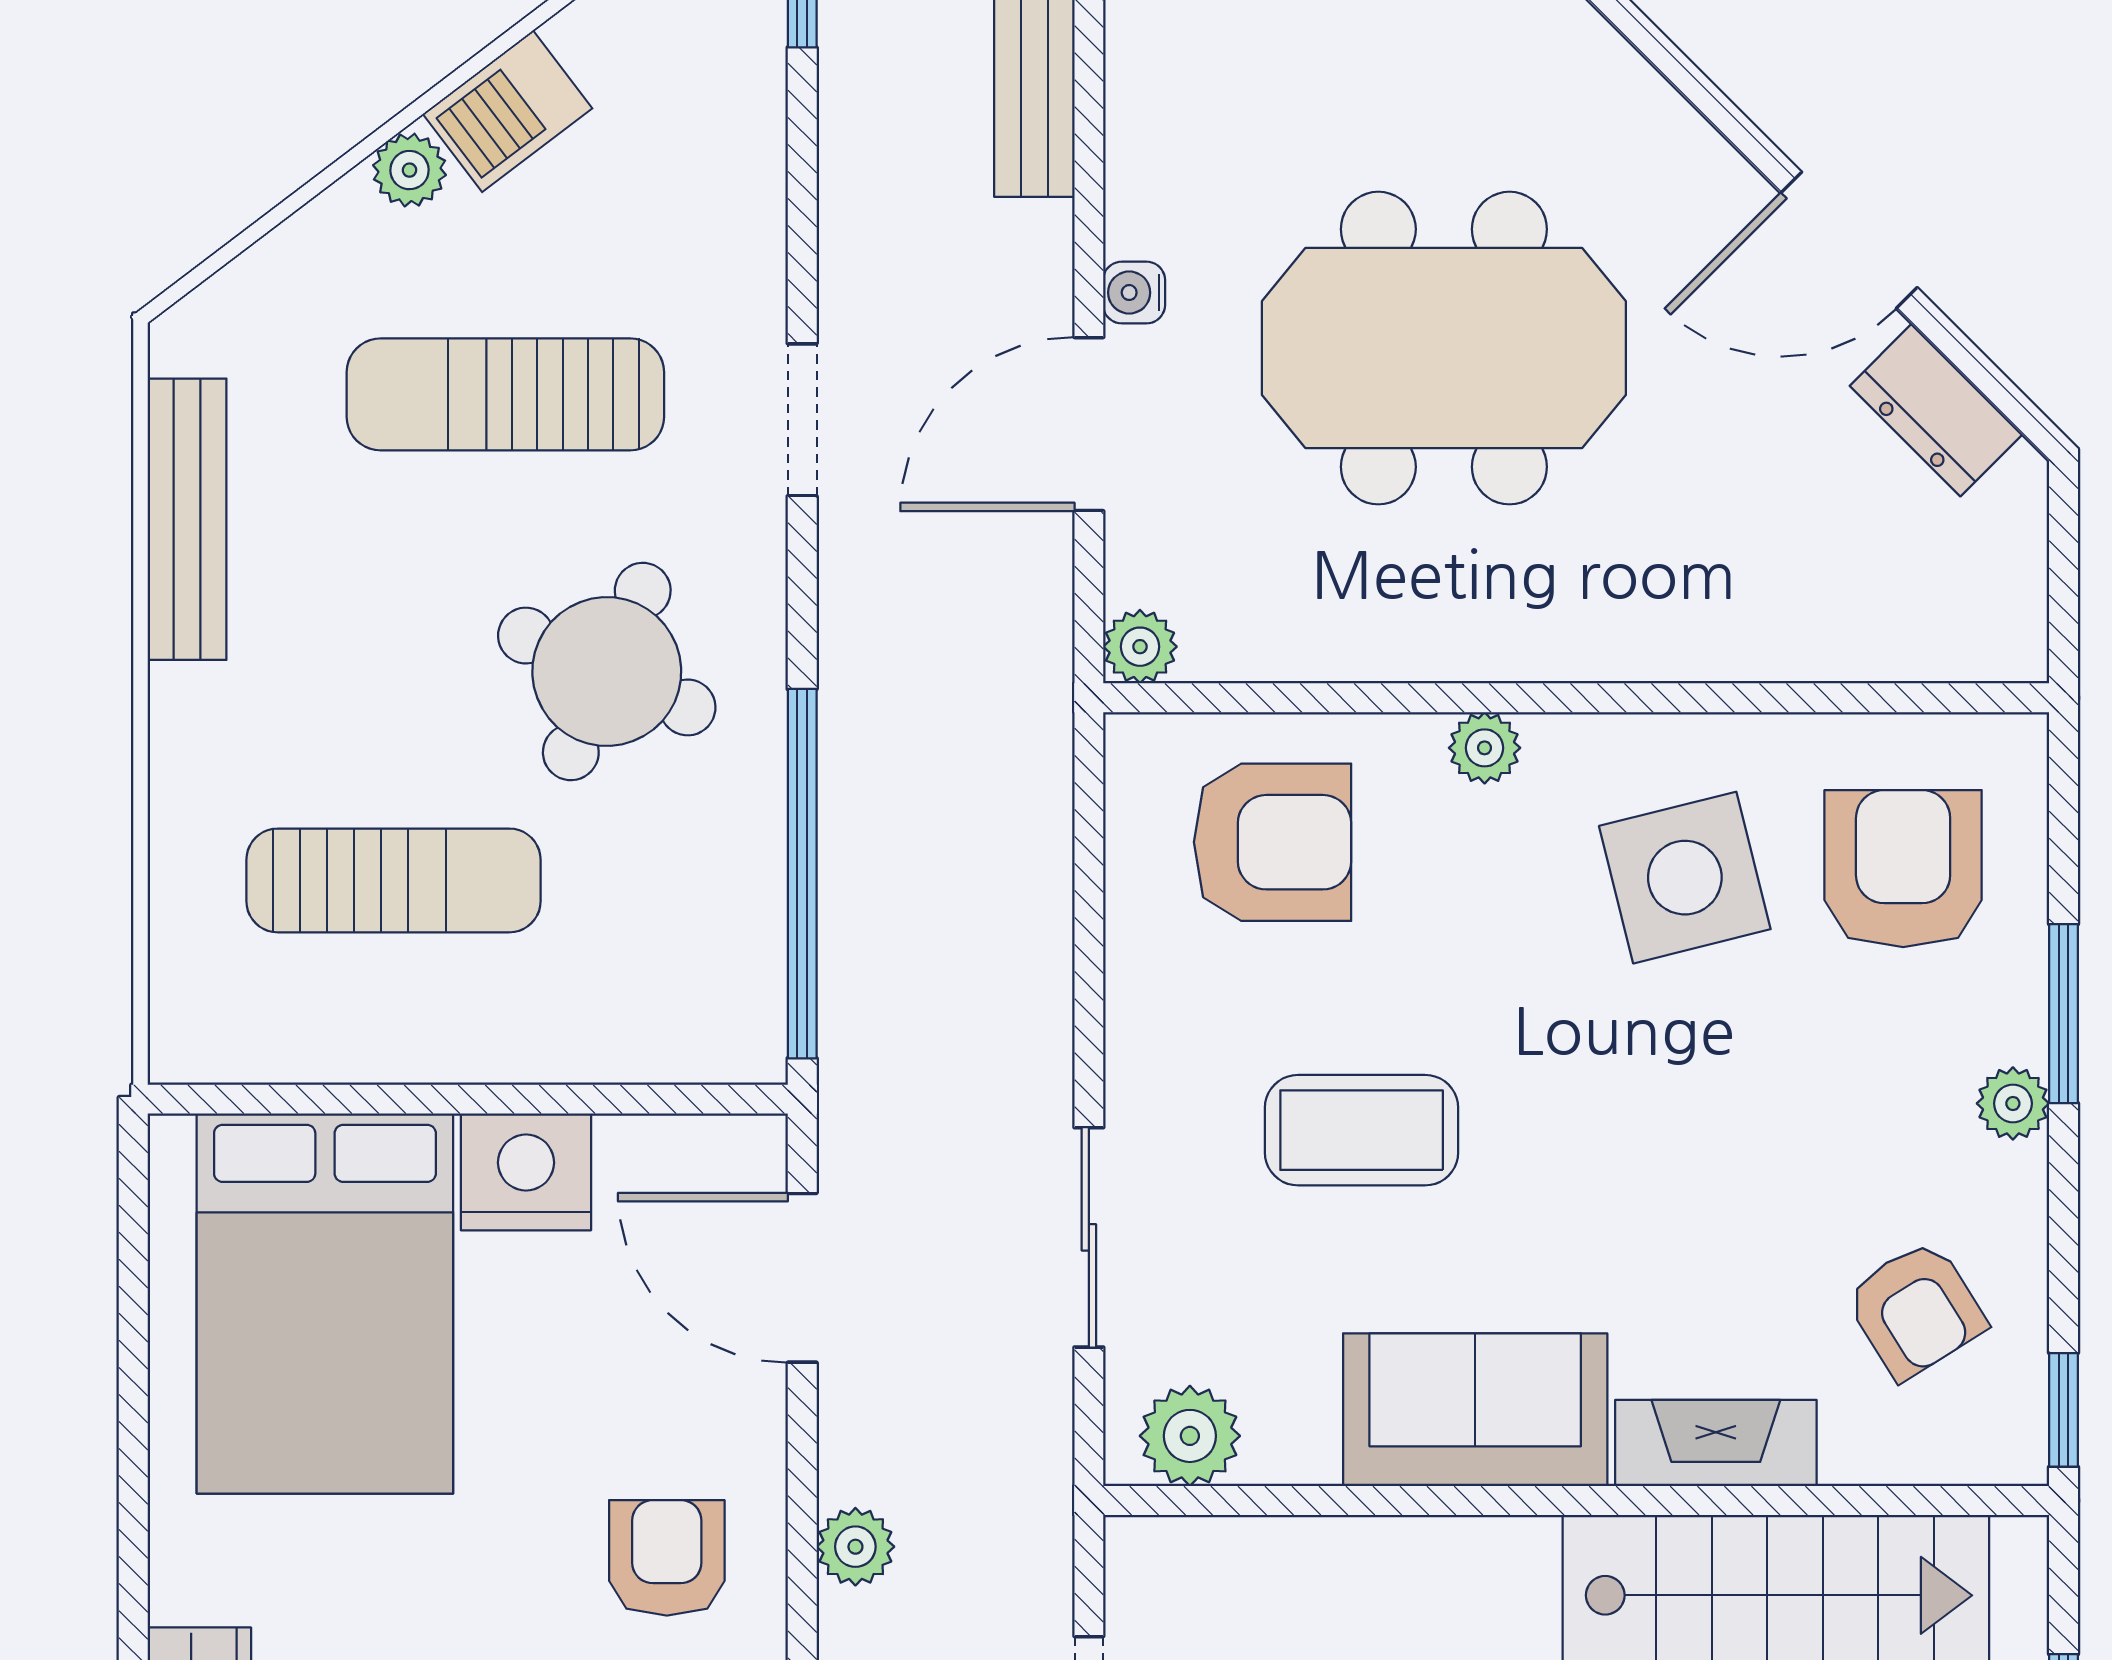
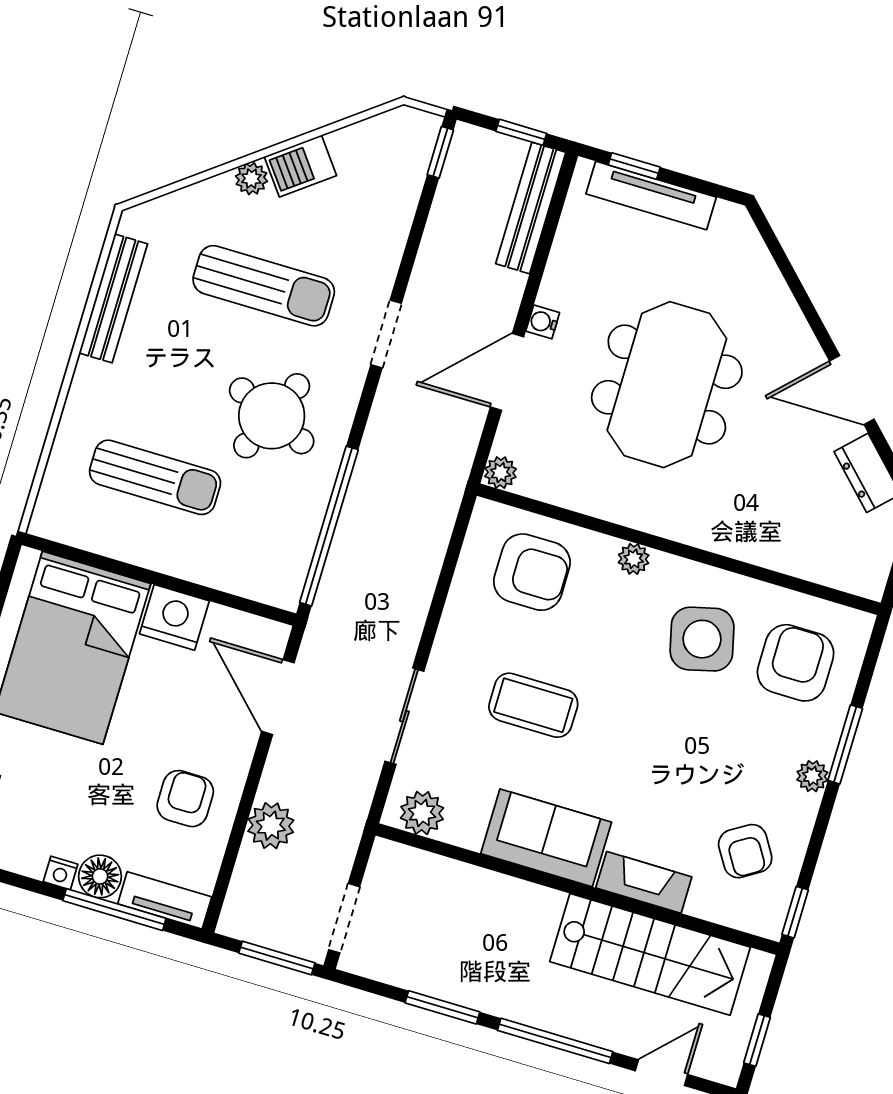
meeting table: (1444, 348) -> (667, 385), turned 90
sun lounger: (505, 394) -> (264, 286), turned 180
plant: (855, 1547) -> (271, 826), width x1.38, depth x1.38

